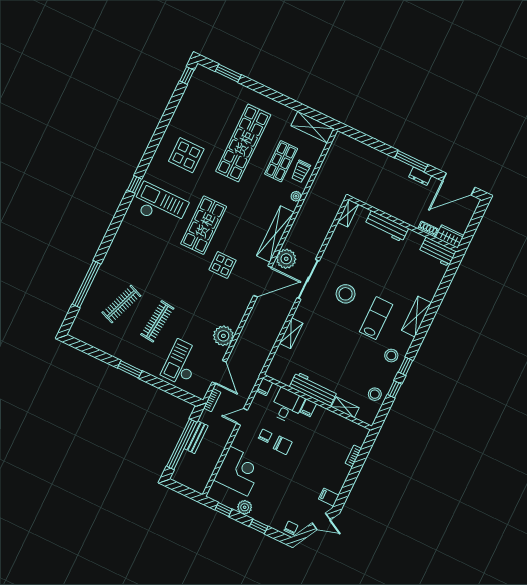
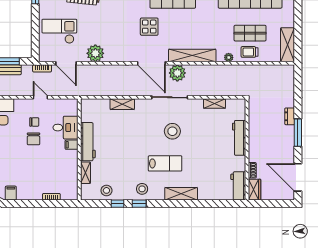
dresser: (420, 176) -> (290, 116), moved
shelving: (348, 213) -> (214, 104), moved
door: (219, 372) -> (66, 63), hinge flipped
filing cabinet: (264, 387) -> (72, 103), removed

